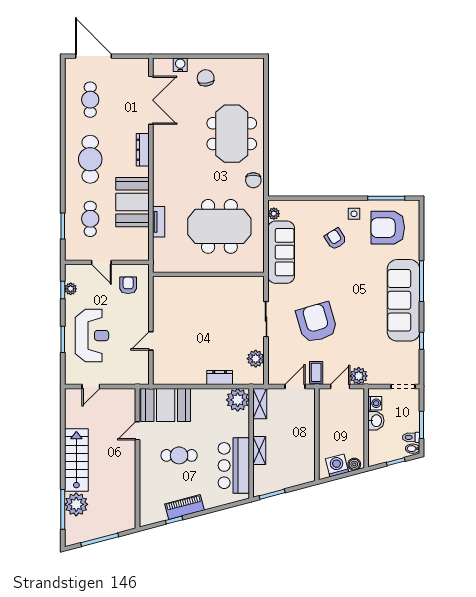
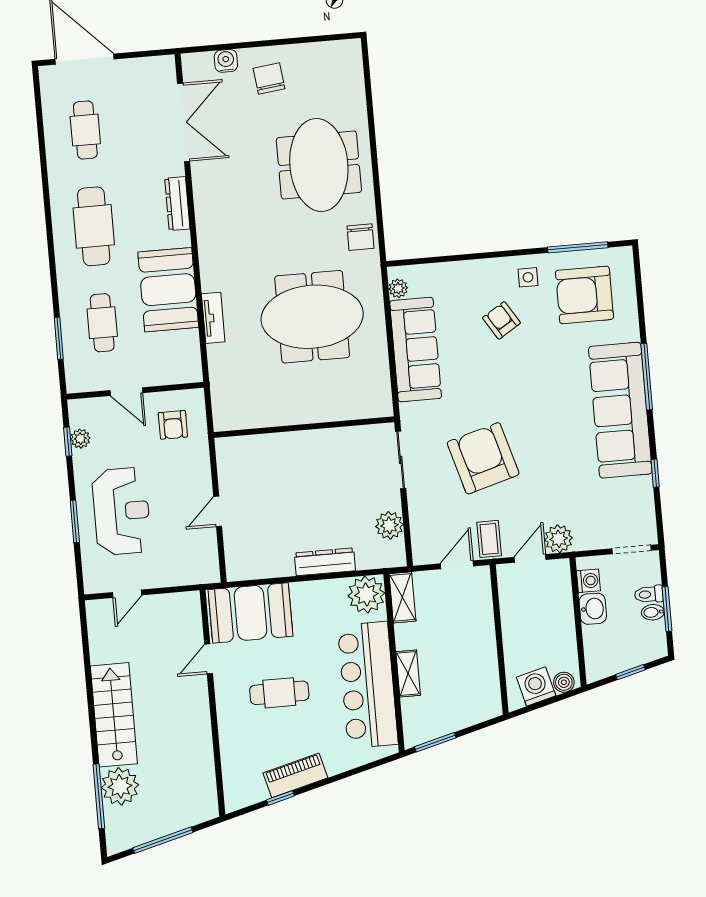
wall: (208, 274) -> (304, 427), moved
armchair: (128, 285) -> (173, 425), turned 180
dresser: (220, 378) -> (325, 562), width x1.44
toilet: (411, 437) -> (649, 594), moved
bidet: (413, 449) -> (653, 612), moved
bar counter: (234, 466) -> (368, 685), width x1.36

